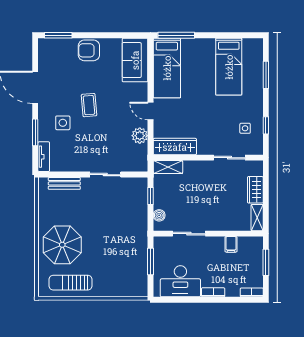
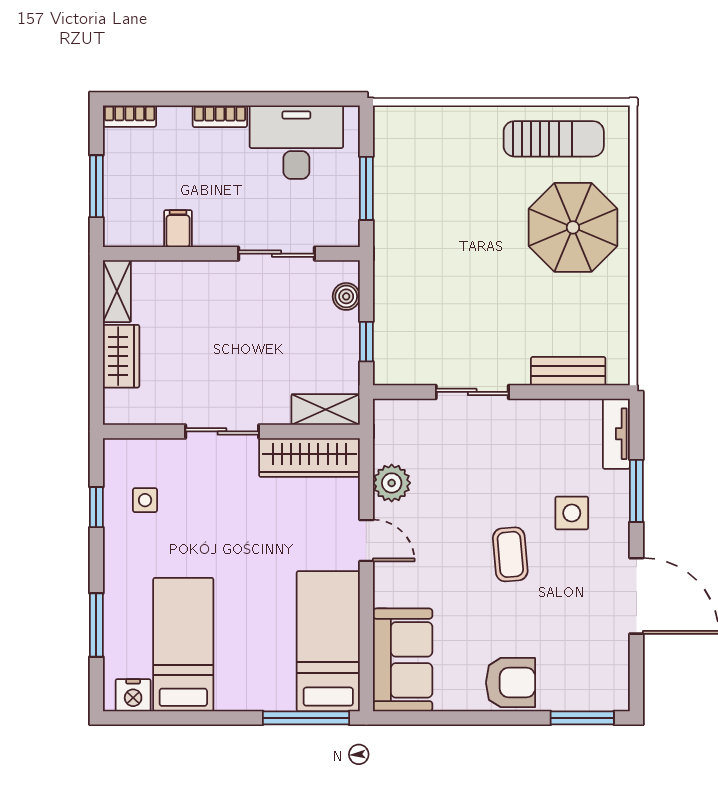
nightstand: (250, 45) -> (133, 695), added
sliding door: (229, 158) -> (222, 431), moved

